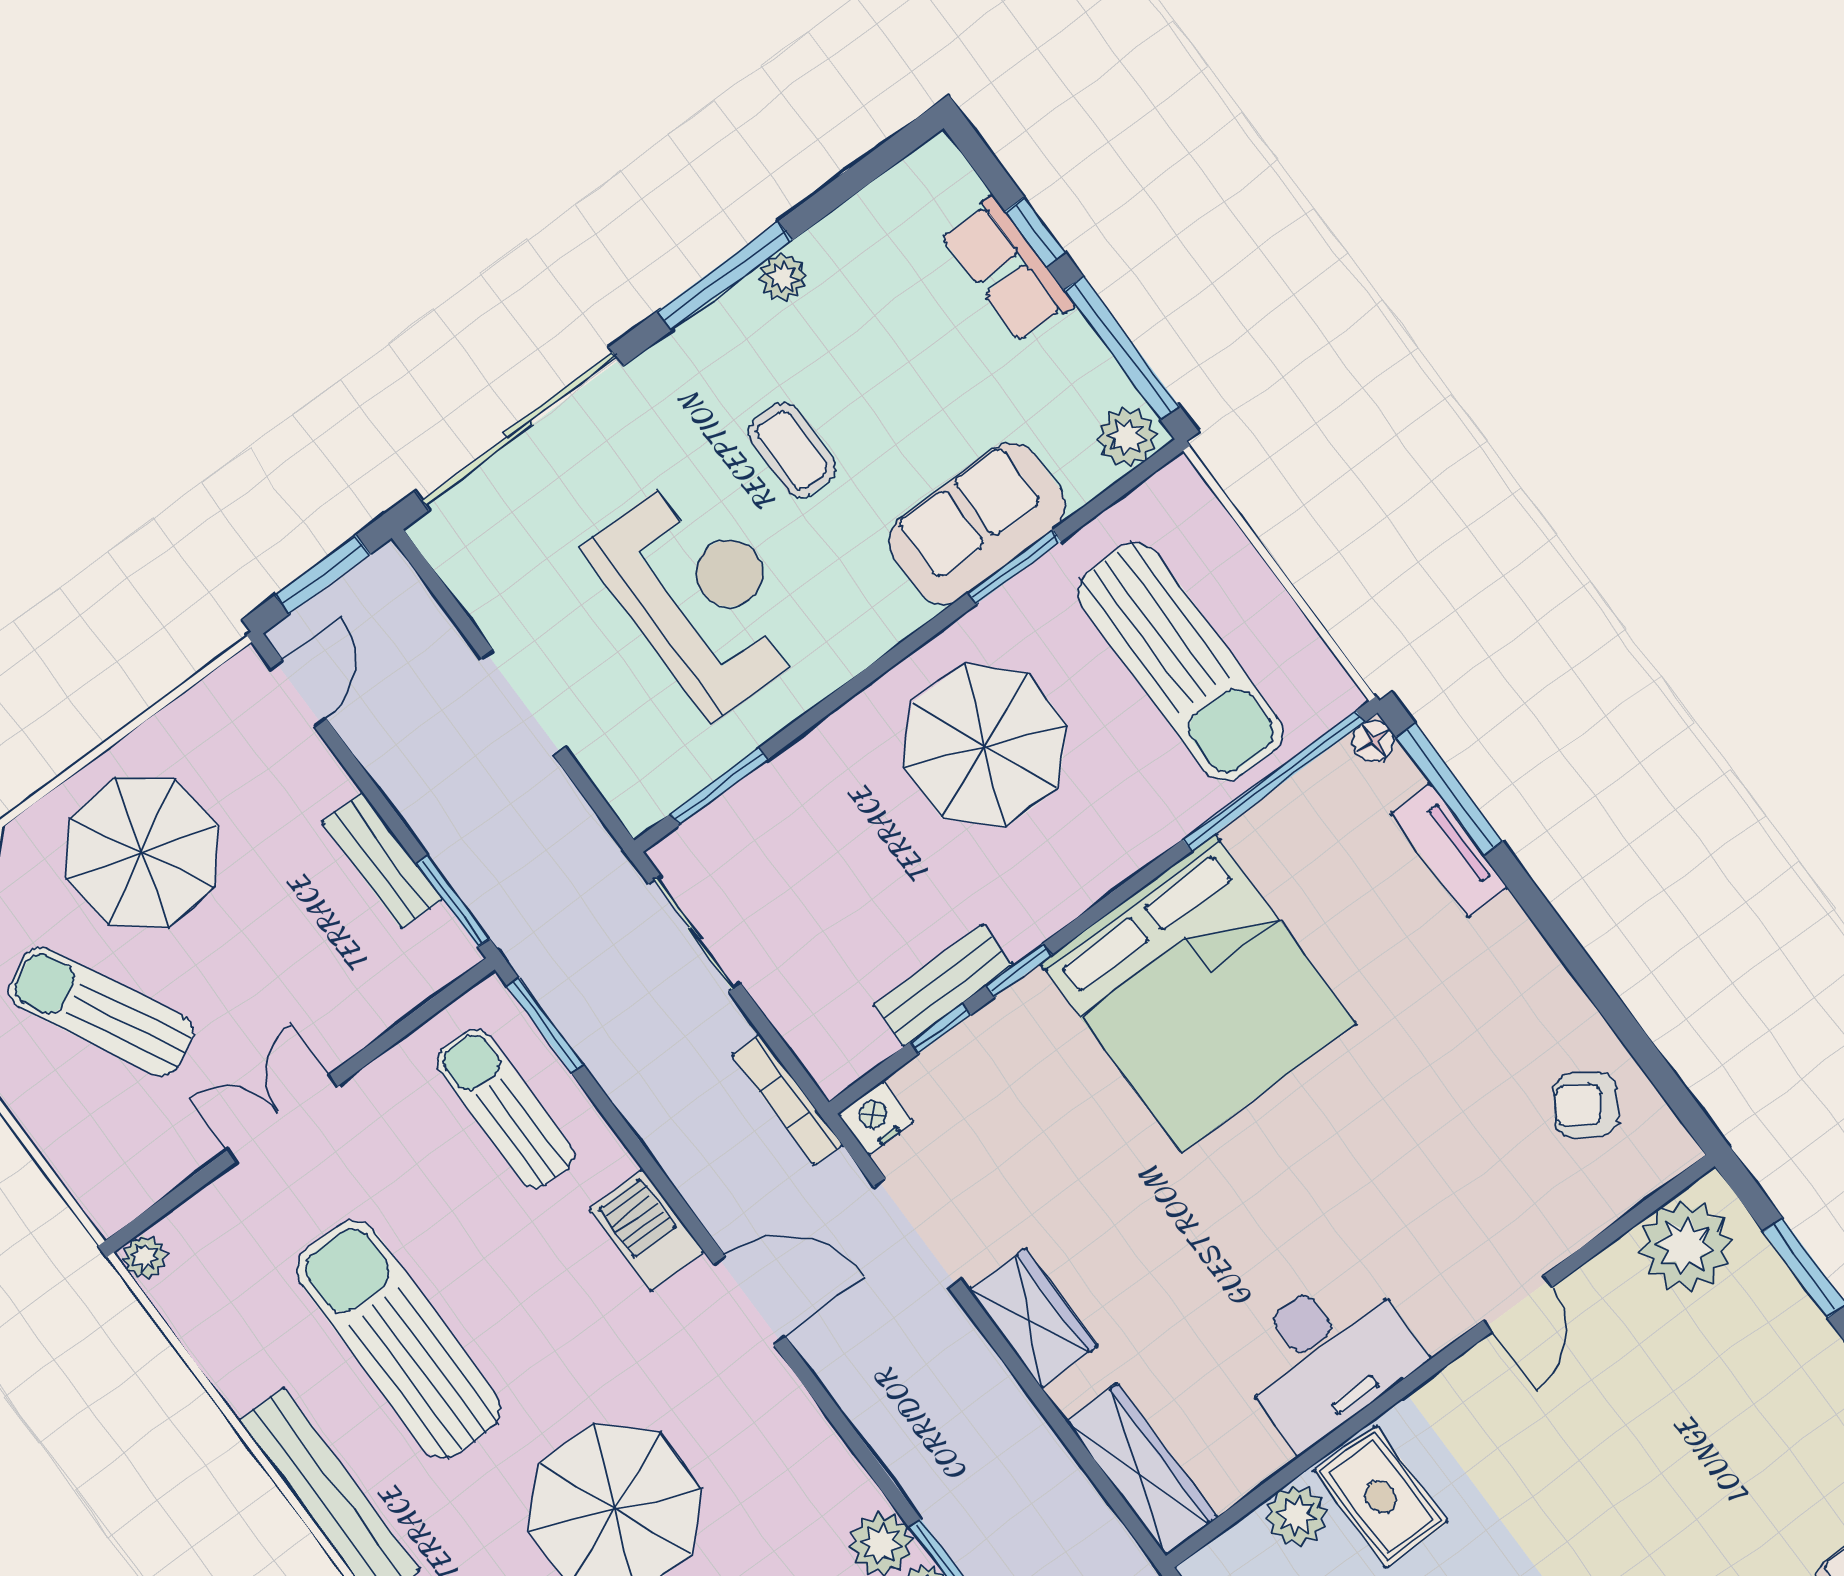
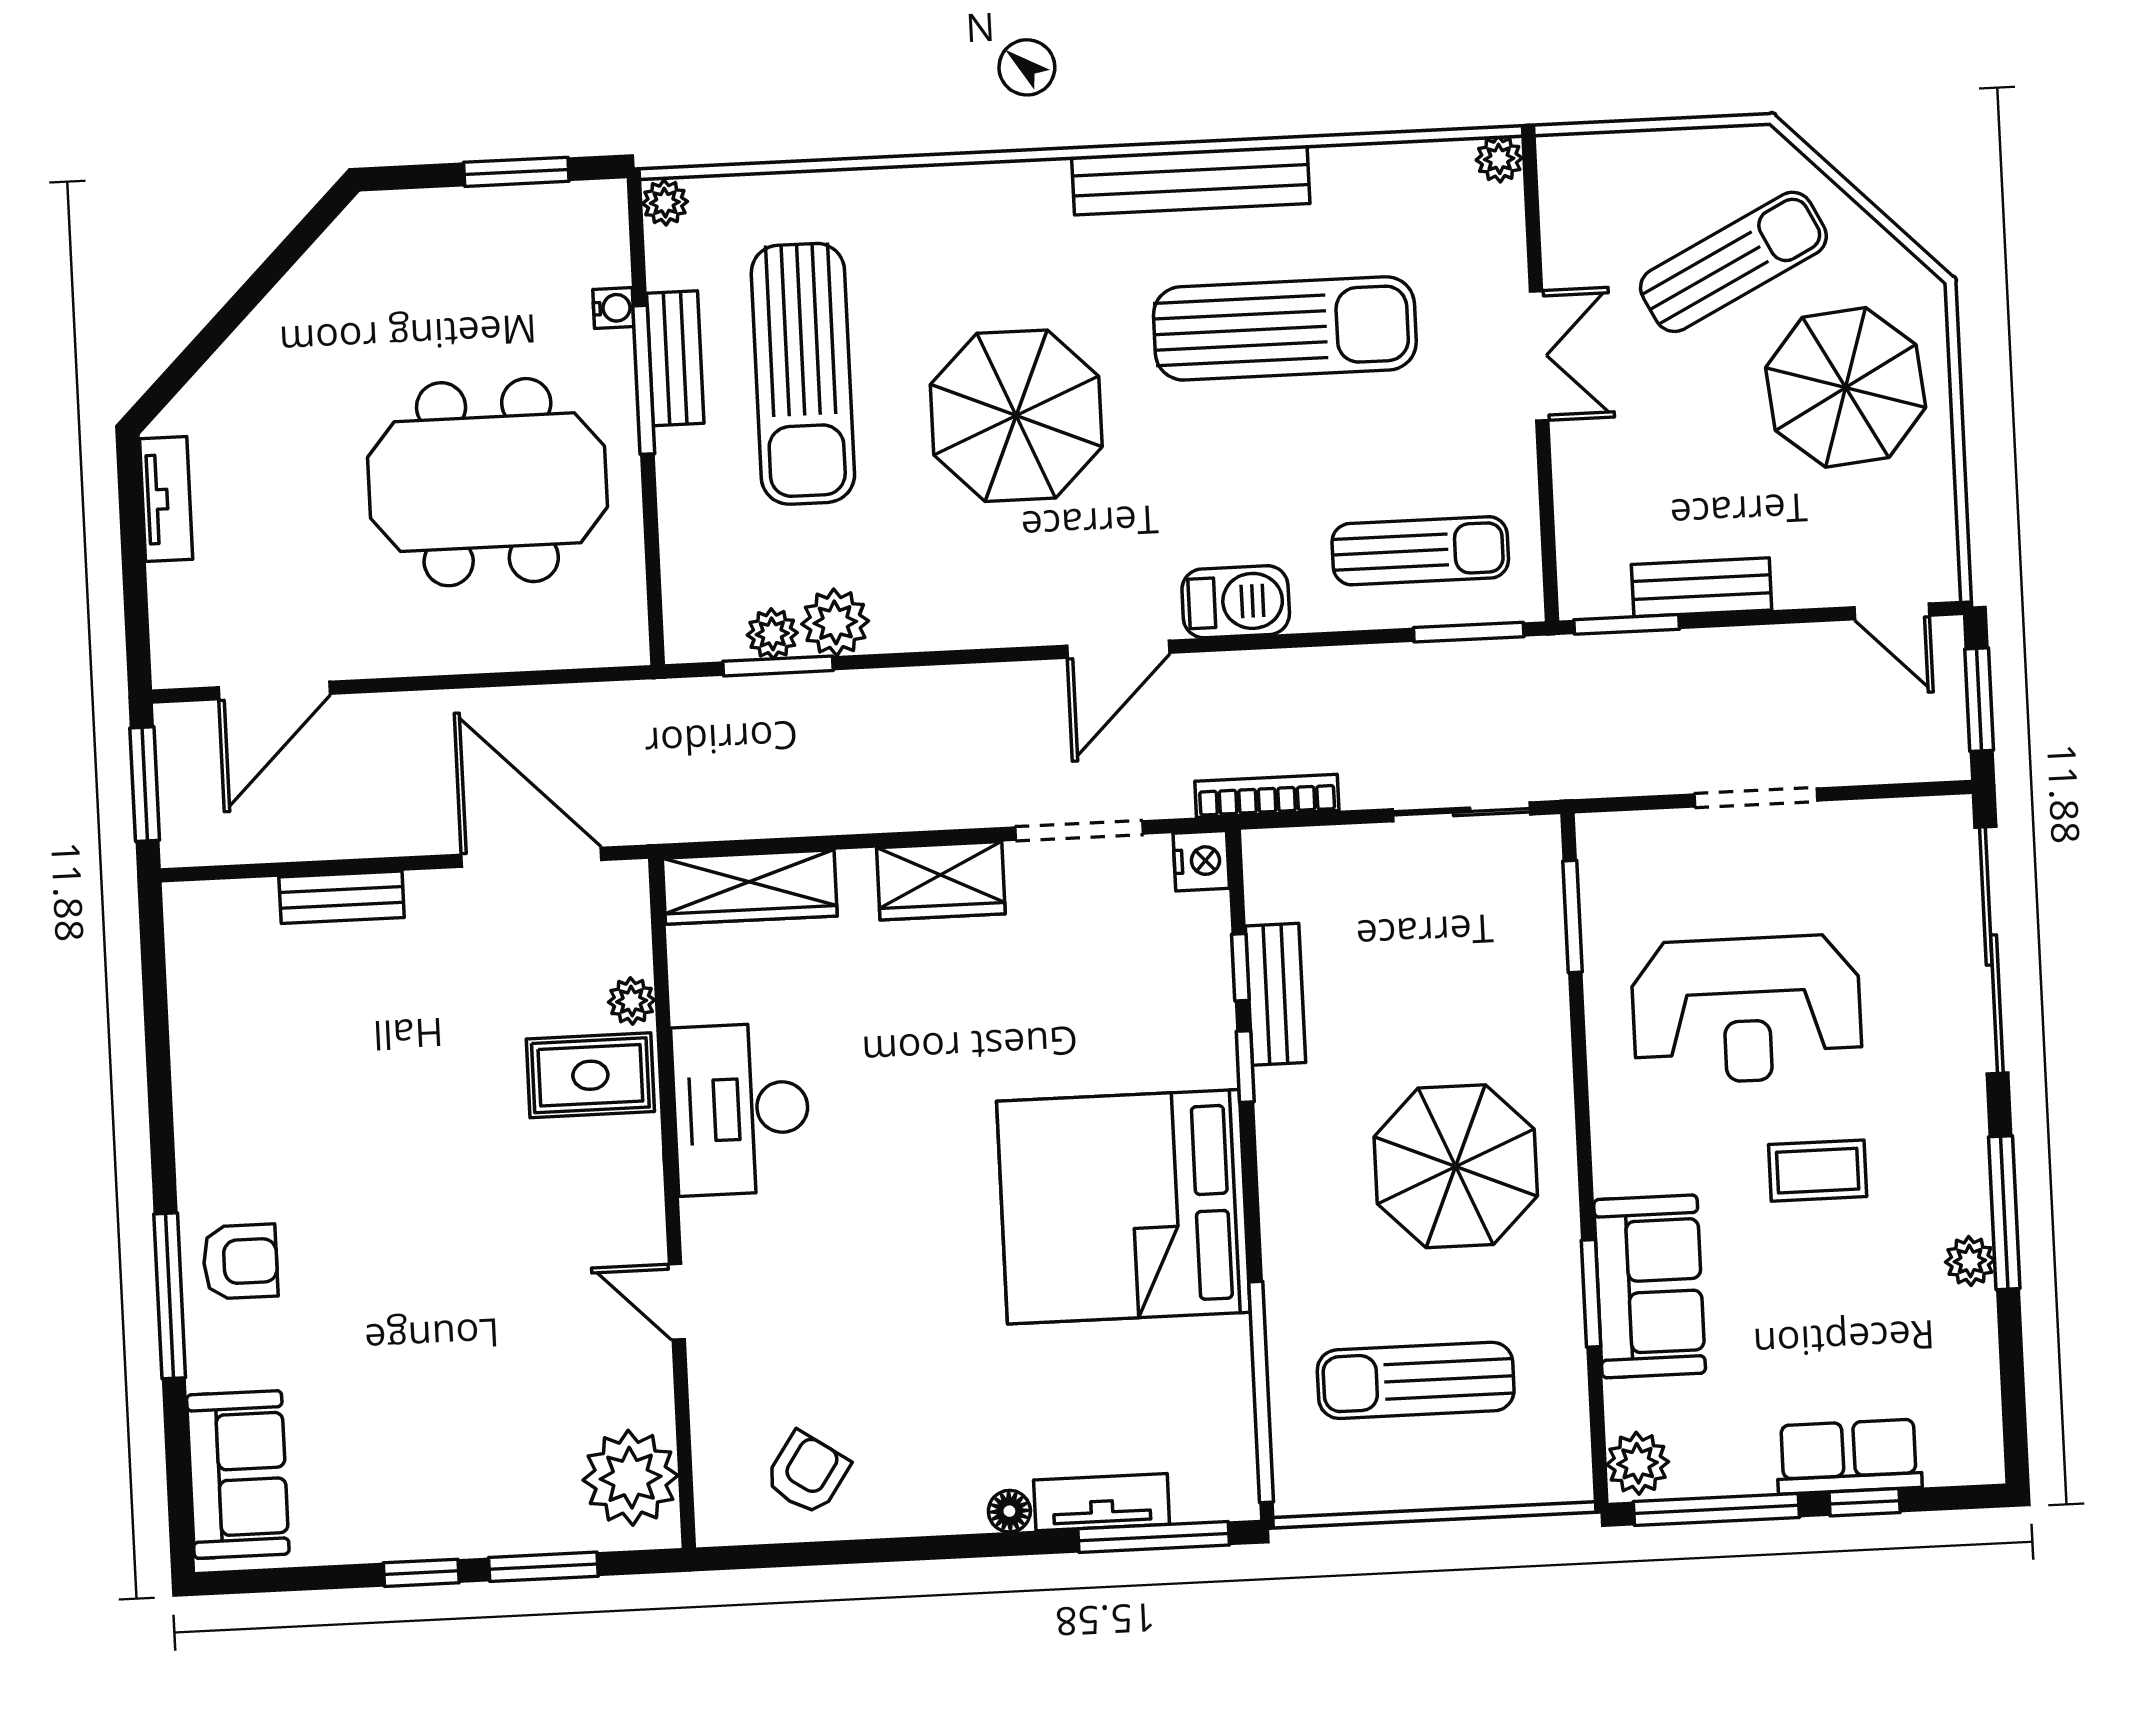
sun lounger: (1180, 662) -> (1416, 1380), width x0.73, depth x0.75
floor lamp: (1374, 741) -> (1009, 1511), moved
plant: (1297, 1515) -> (632, 1001), width x0.73, depth x0.73

